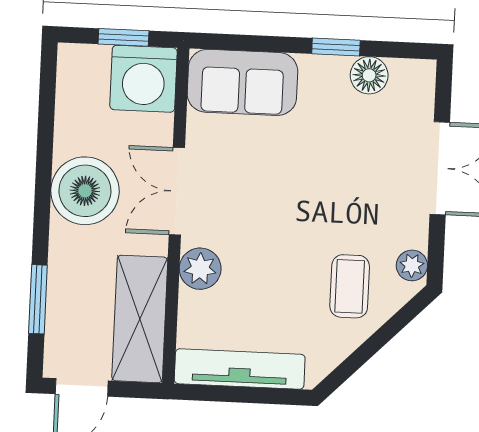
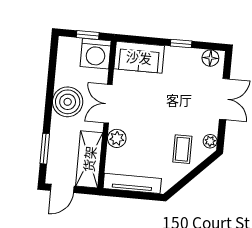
floor lamp: (369, 75) -> (210, 58), moved

